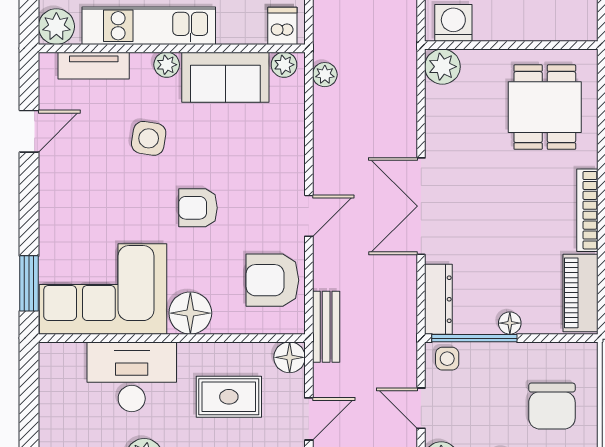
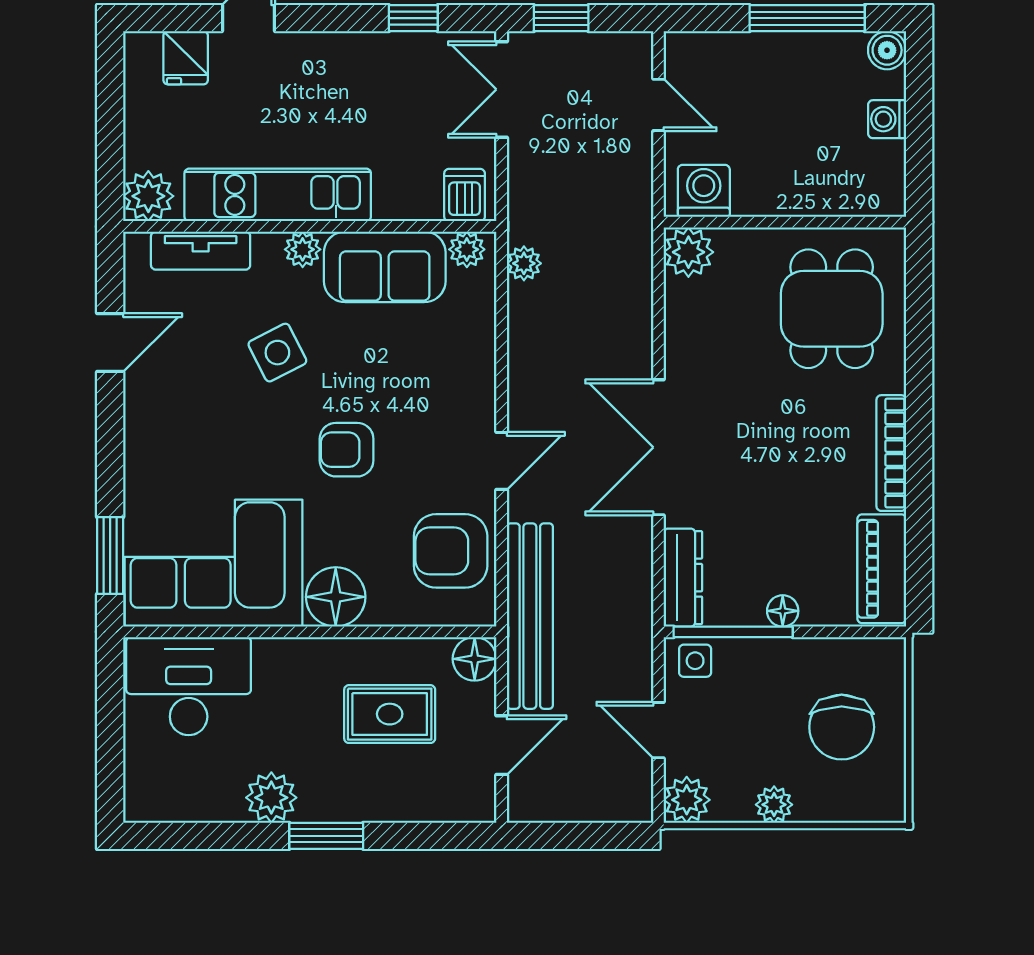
side table: (149, 138) -> (277, 353), turned -36
bench: (326, 327) -> (530, 616), width x1.86, depth x1.21
desk: (132, 377) -> (189, 686), moved

